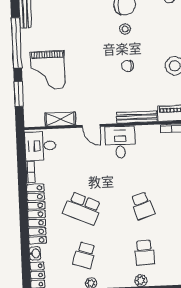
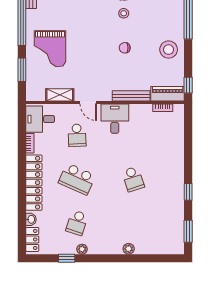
school desk: (145, 253) -> (77, 135), moved

